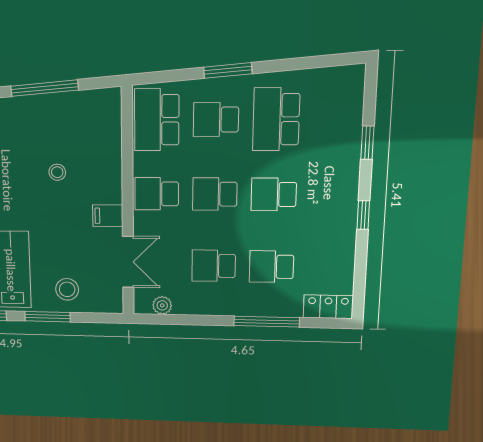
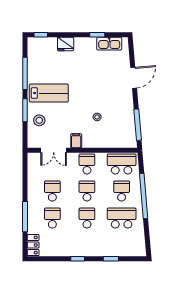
window: (228, 70) -> (144, 196), width x2.11
window: (45, 88) -> (138, 125), moved
plant: (162, 305) -> (32, 167), removed

